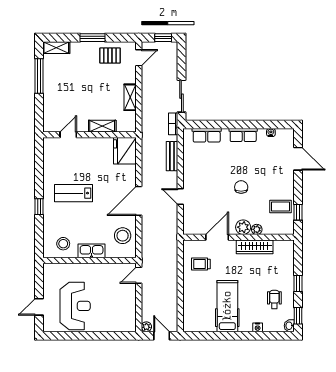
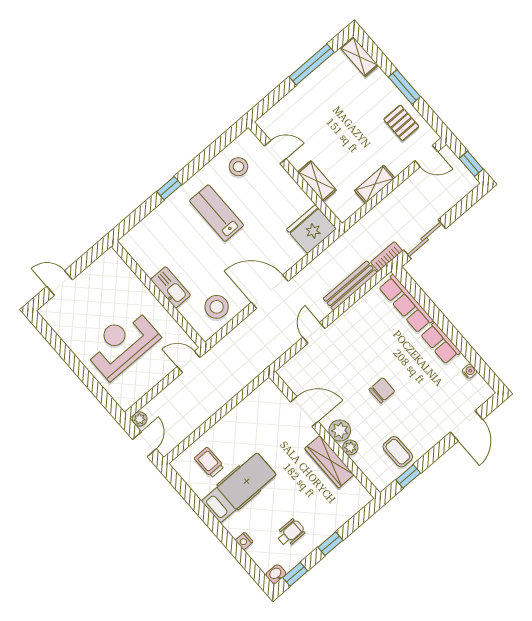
row of seats: (207, 135) -> (406, 304), width x1.48
bench: (172, 156) -> (350, 286), width x1.36
stool: (63, 244) -> (238, 167), moved
trolley: (201, 264) -> (209, 462), moved
reception desk: (75, 306) -> (122, 344), moved, turned 180

